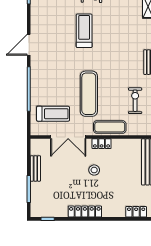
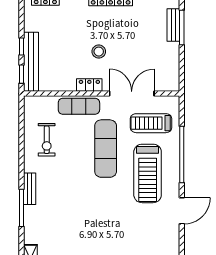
treadmill: (84, 31) -> (148, 173), moved, width x1.37, depth x1.38
bench: (35, 168) -> (173, 25), moved

